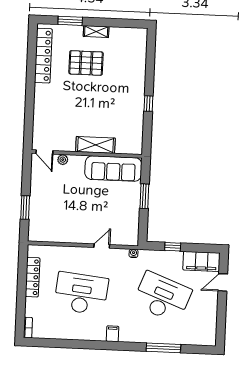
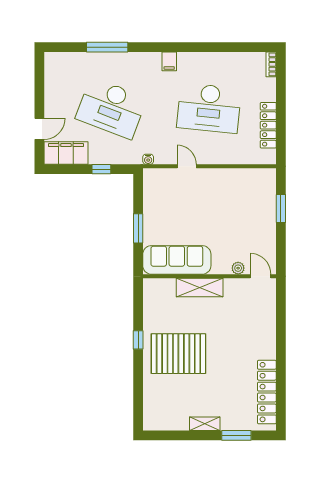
pallet: (86, 63) -> (178, 354), moved, width x1.37, depth x1.41
door: (102, 246) -> (187, 166), swing flipped

